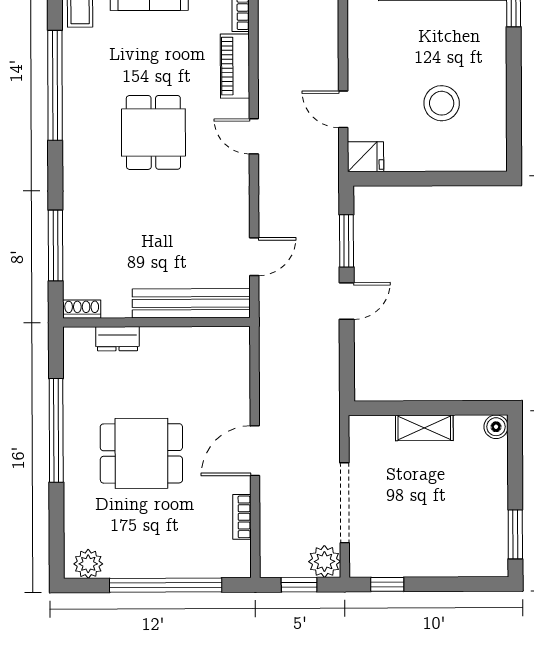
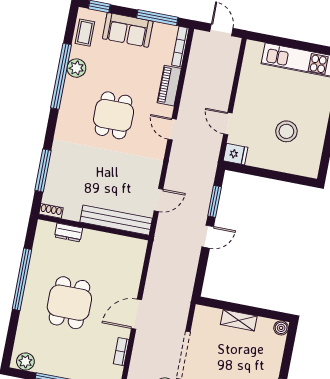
plant: (77, 67) -> (76, 68), added
dining table: (141, 453) -> (69, 303), turned 90

